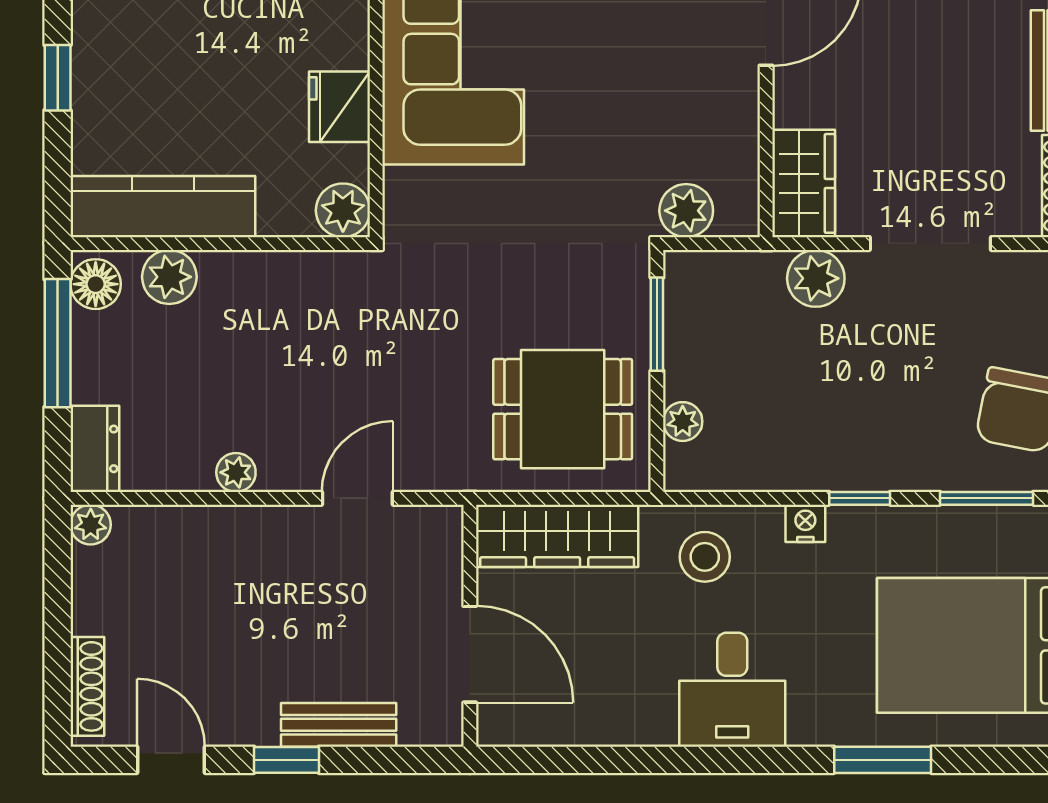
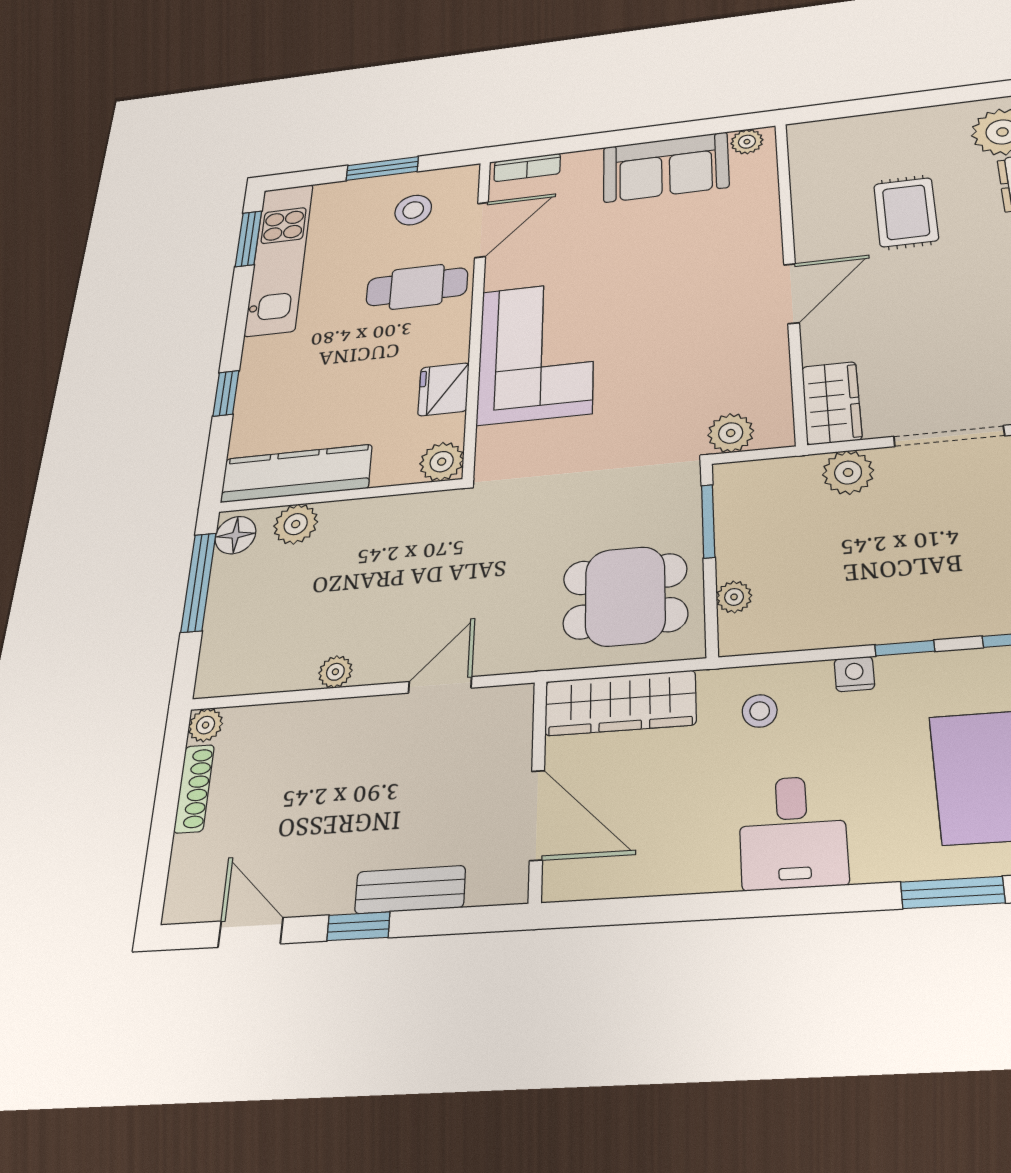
dresser: (95, 449) -> (218, 662), removed
stool: (705, 557) -> (760, 711), width x0.73, depth x0.73
shoe rack: (87, 686) -> (194, 789), moved

